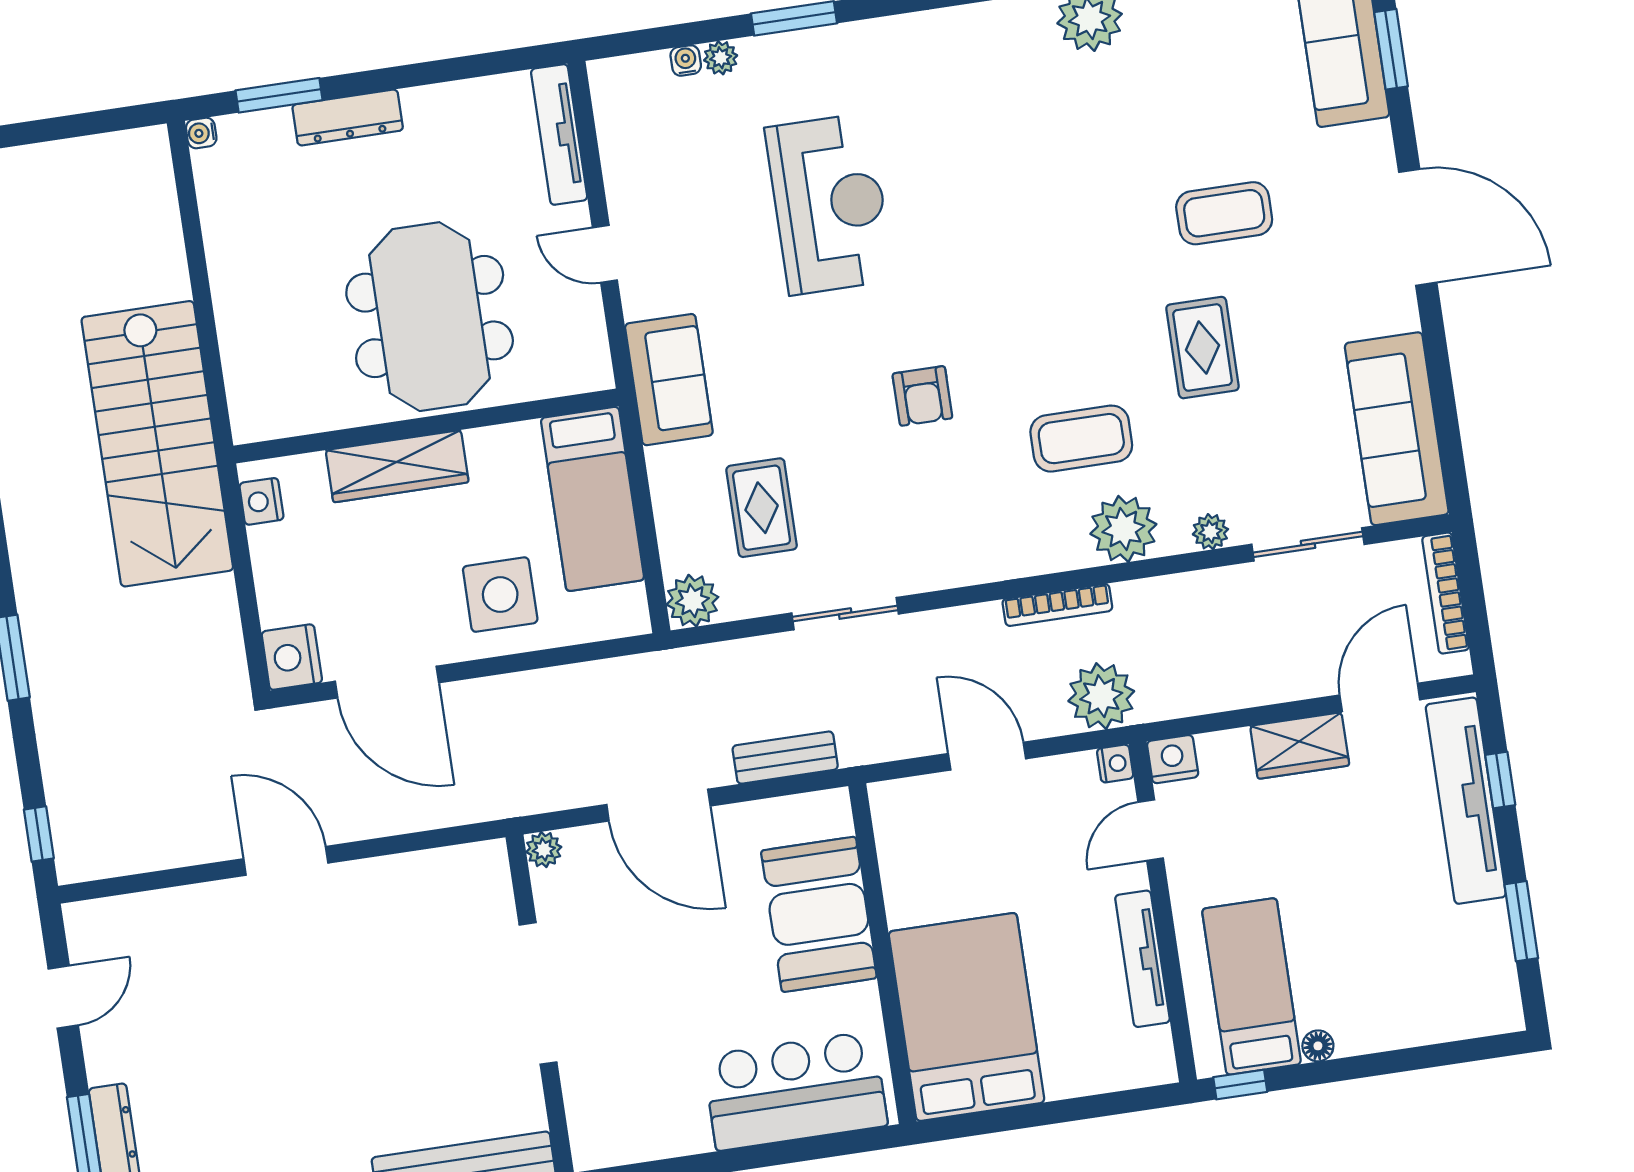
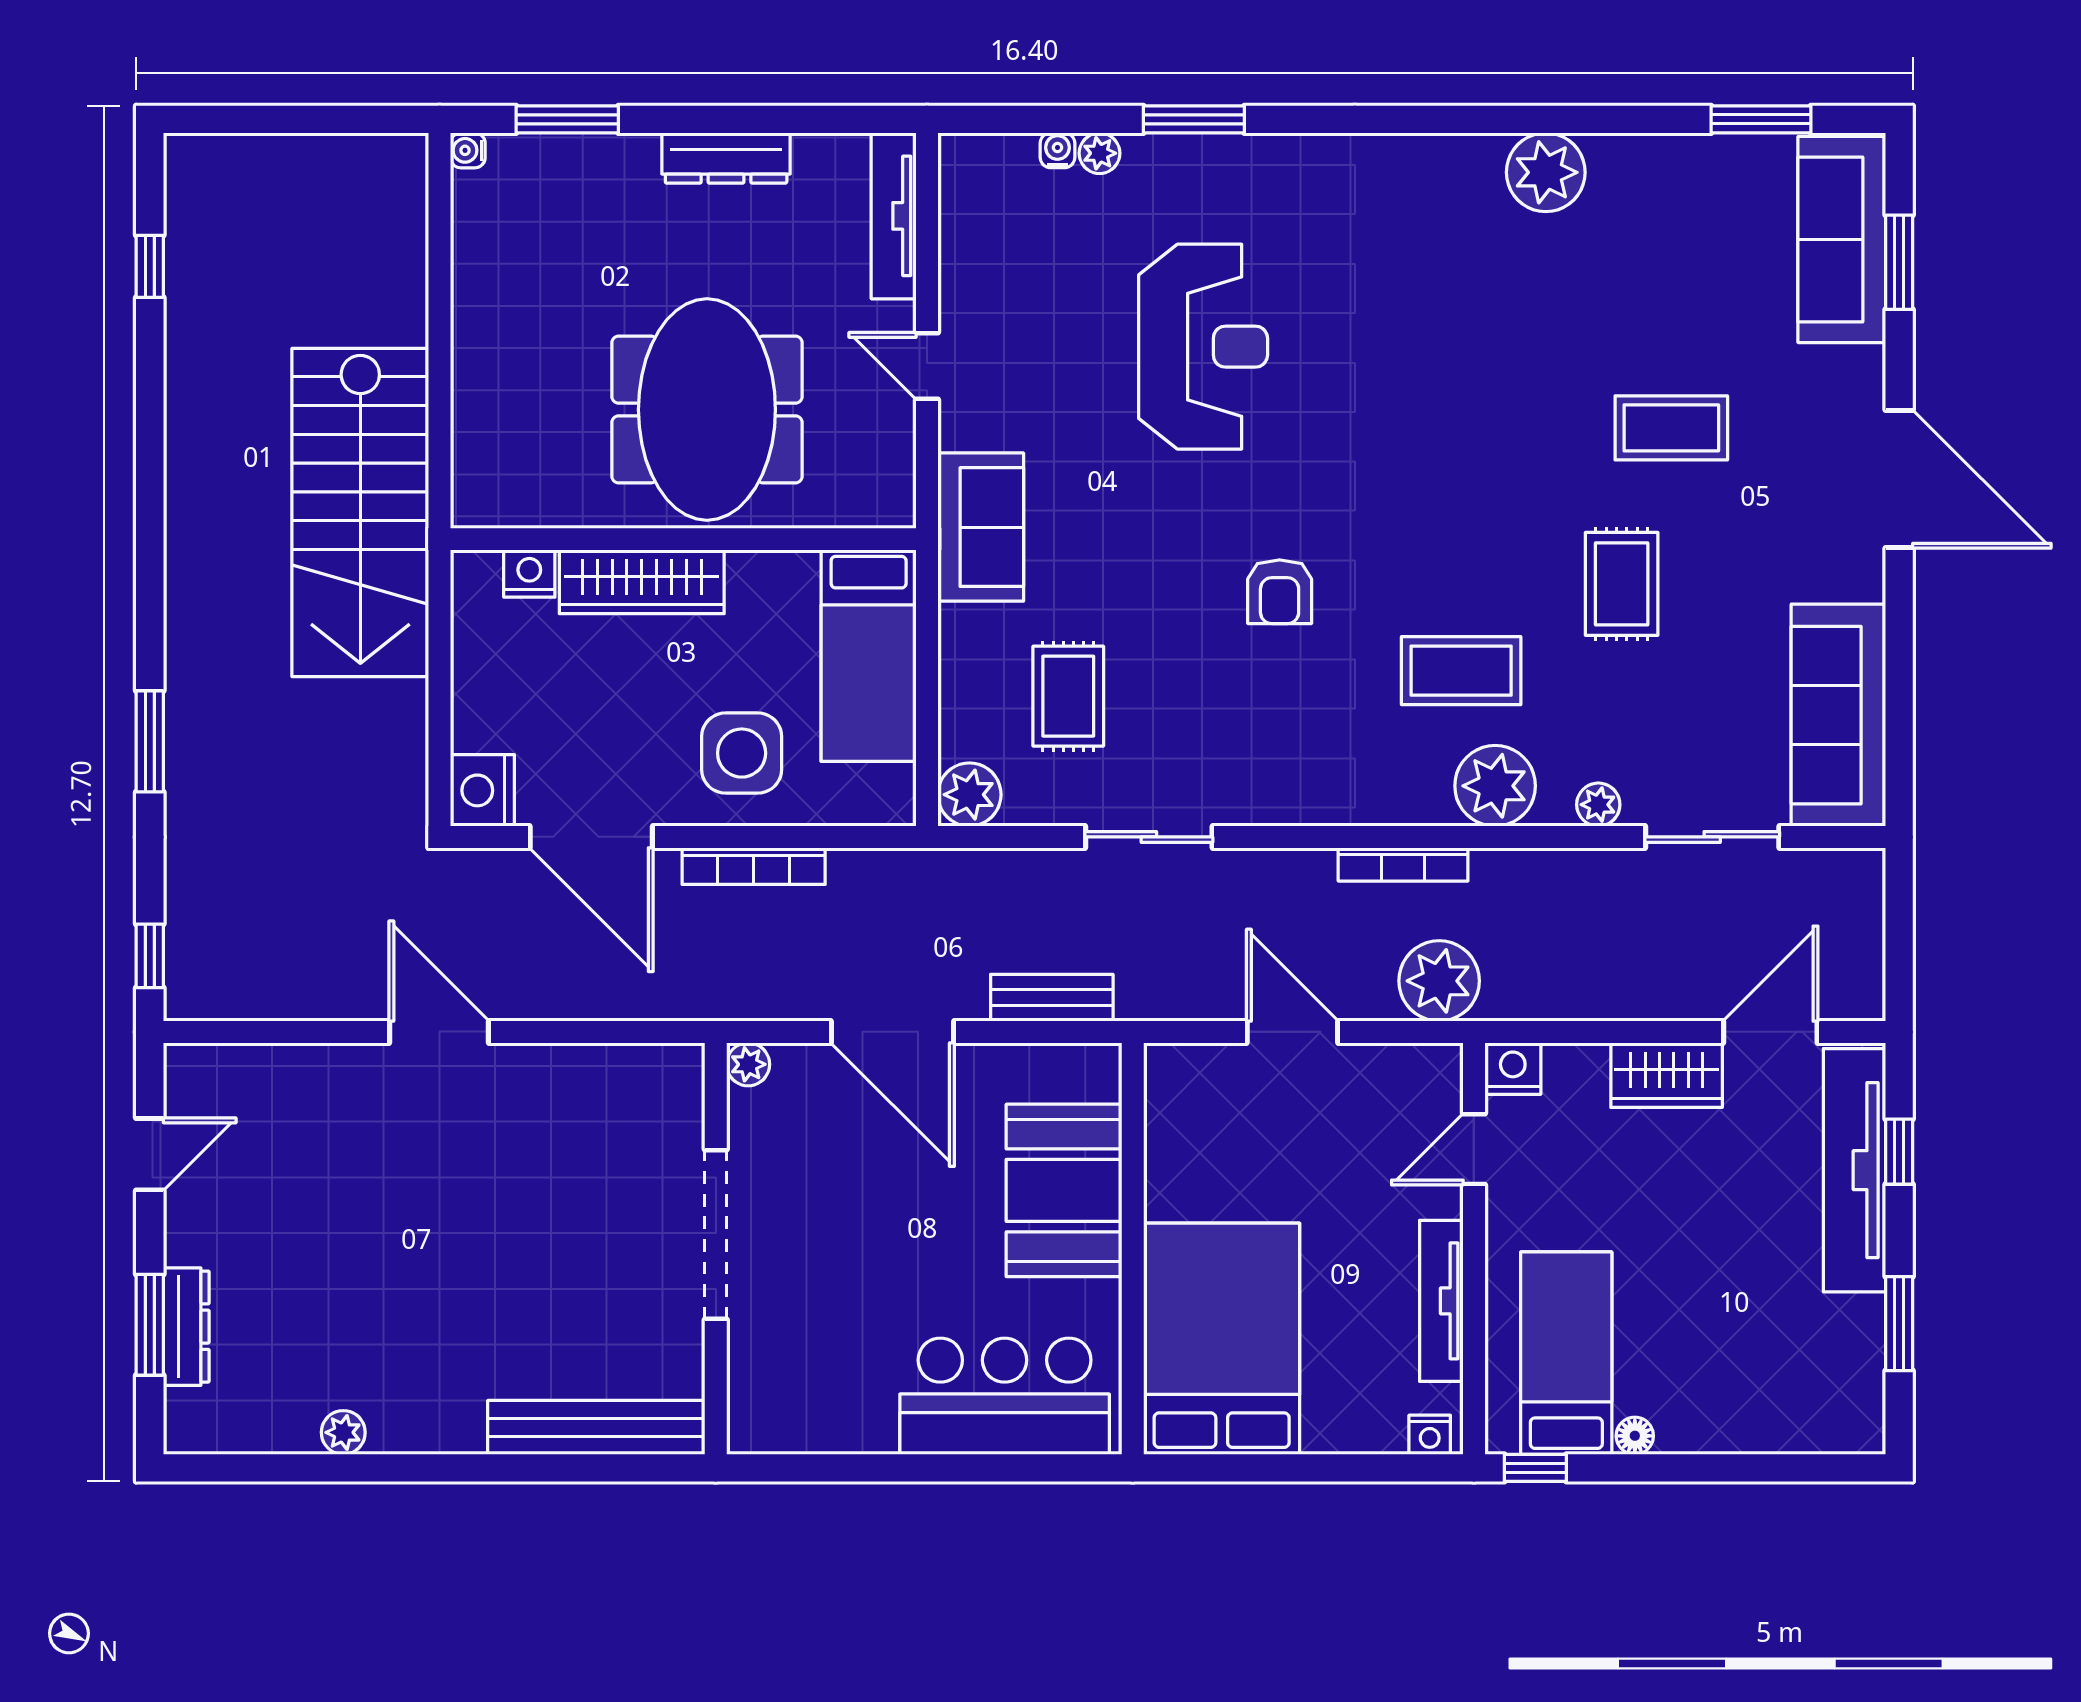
dresser: (348, 118) -> (726, 158), moved
nightstand: (261, 501) -> (529, 574), moved, turned 90
bookcase: (1446, 593) -> (754, 866), moved, turned -90
nightstand: (1115, 764) -> (1430, 1435), moved, turned 90

